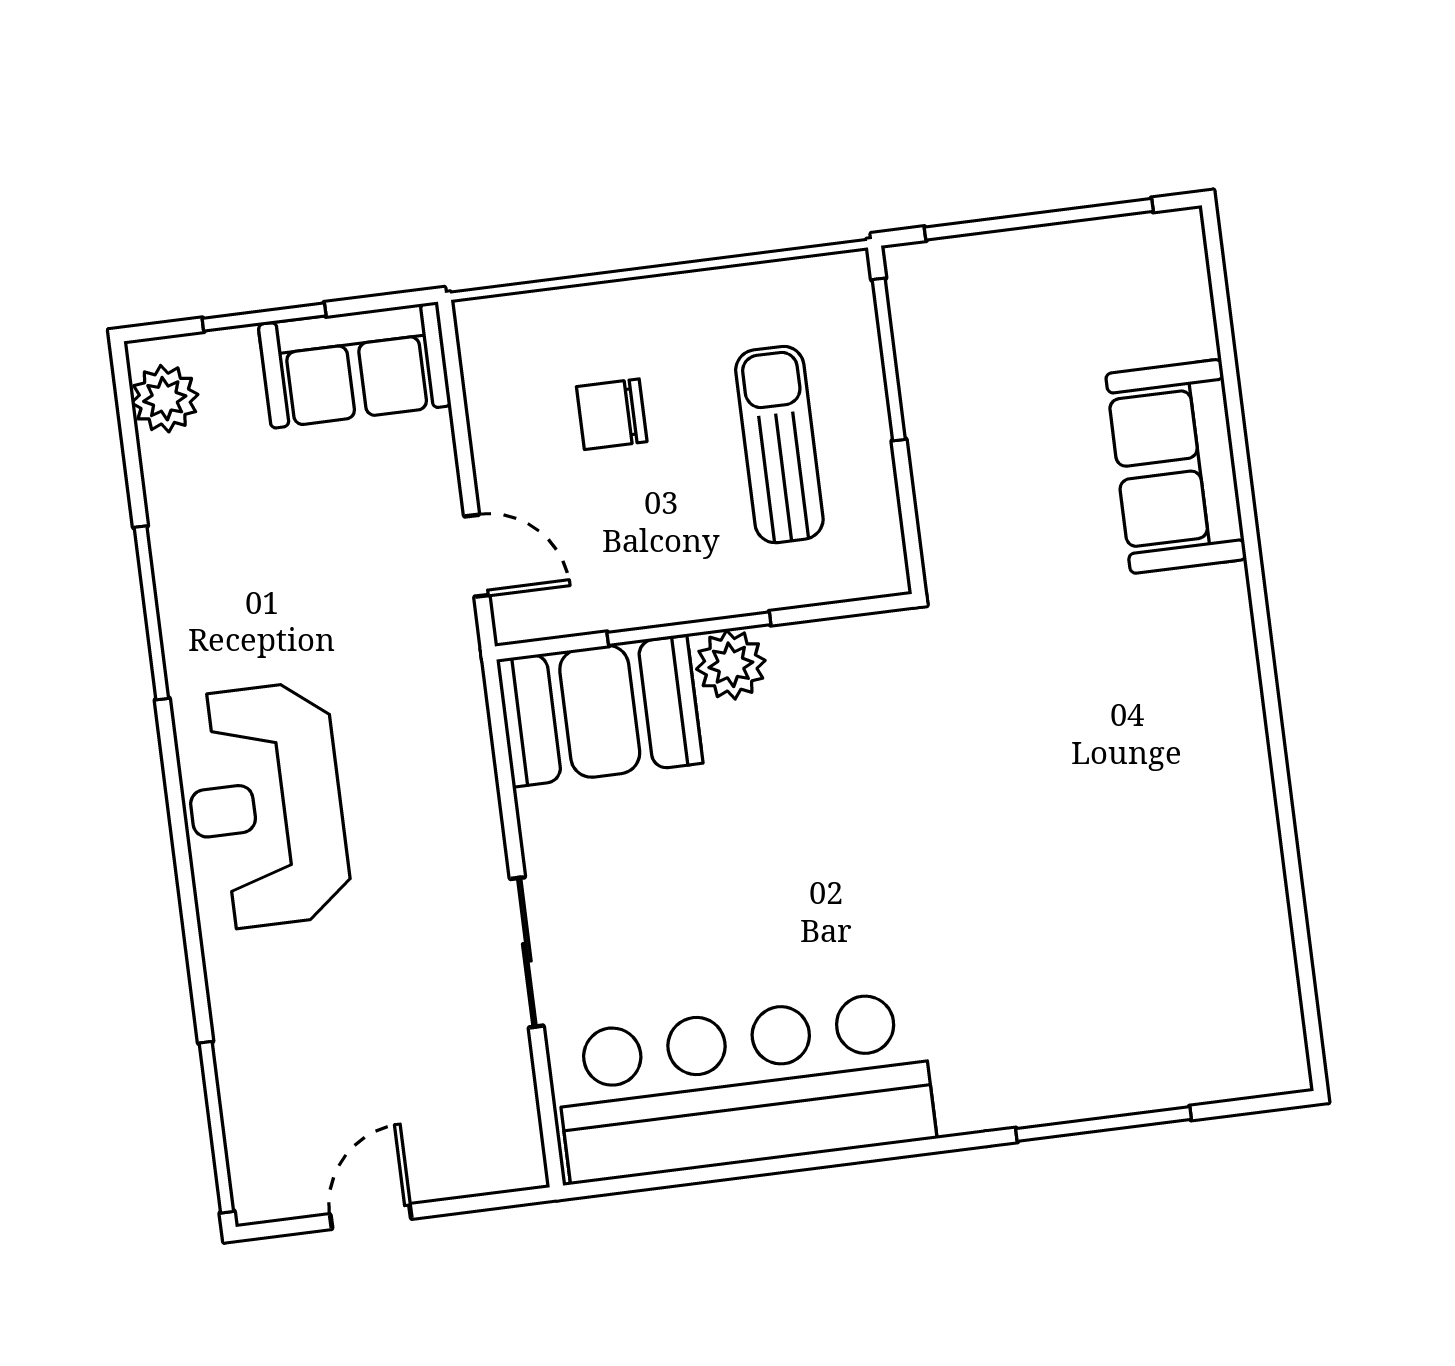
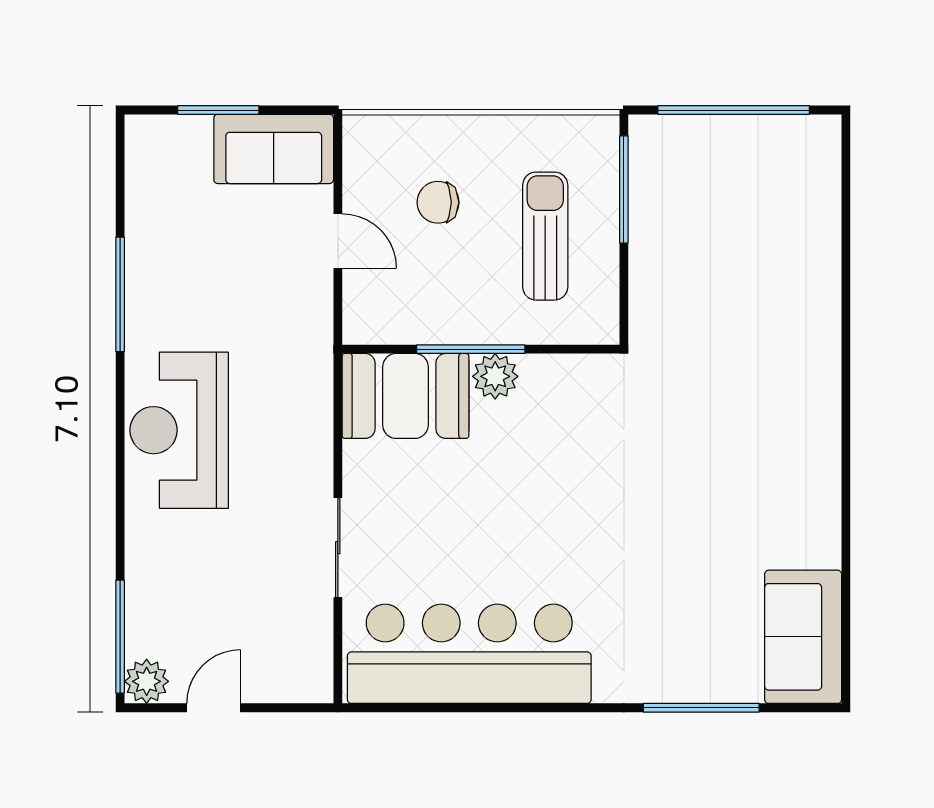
plant: (165, 399) -> (147, 681), moved
sofa: (1176, 466) -> (803, 637), moved
door: (477, 556) -> (338, 241), moved

